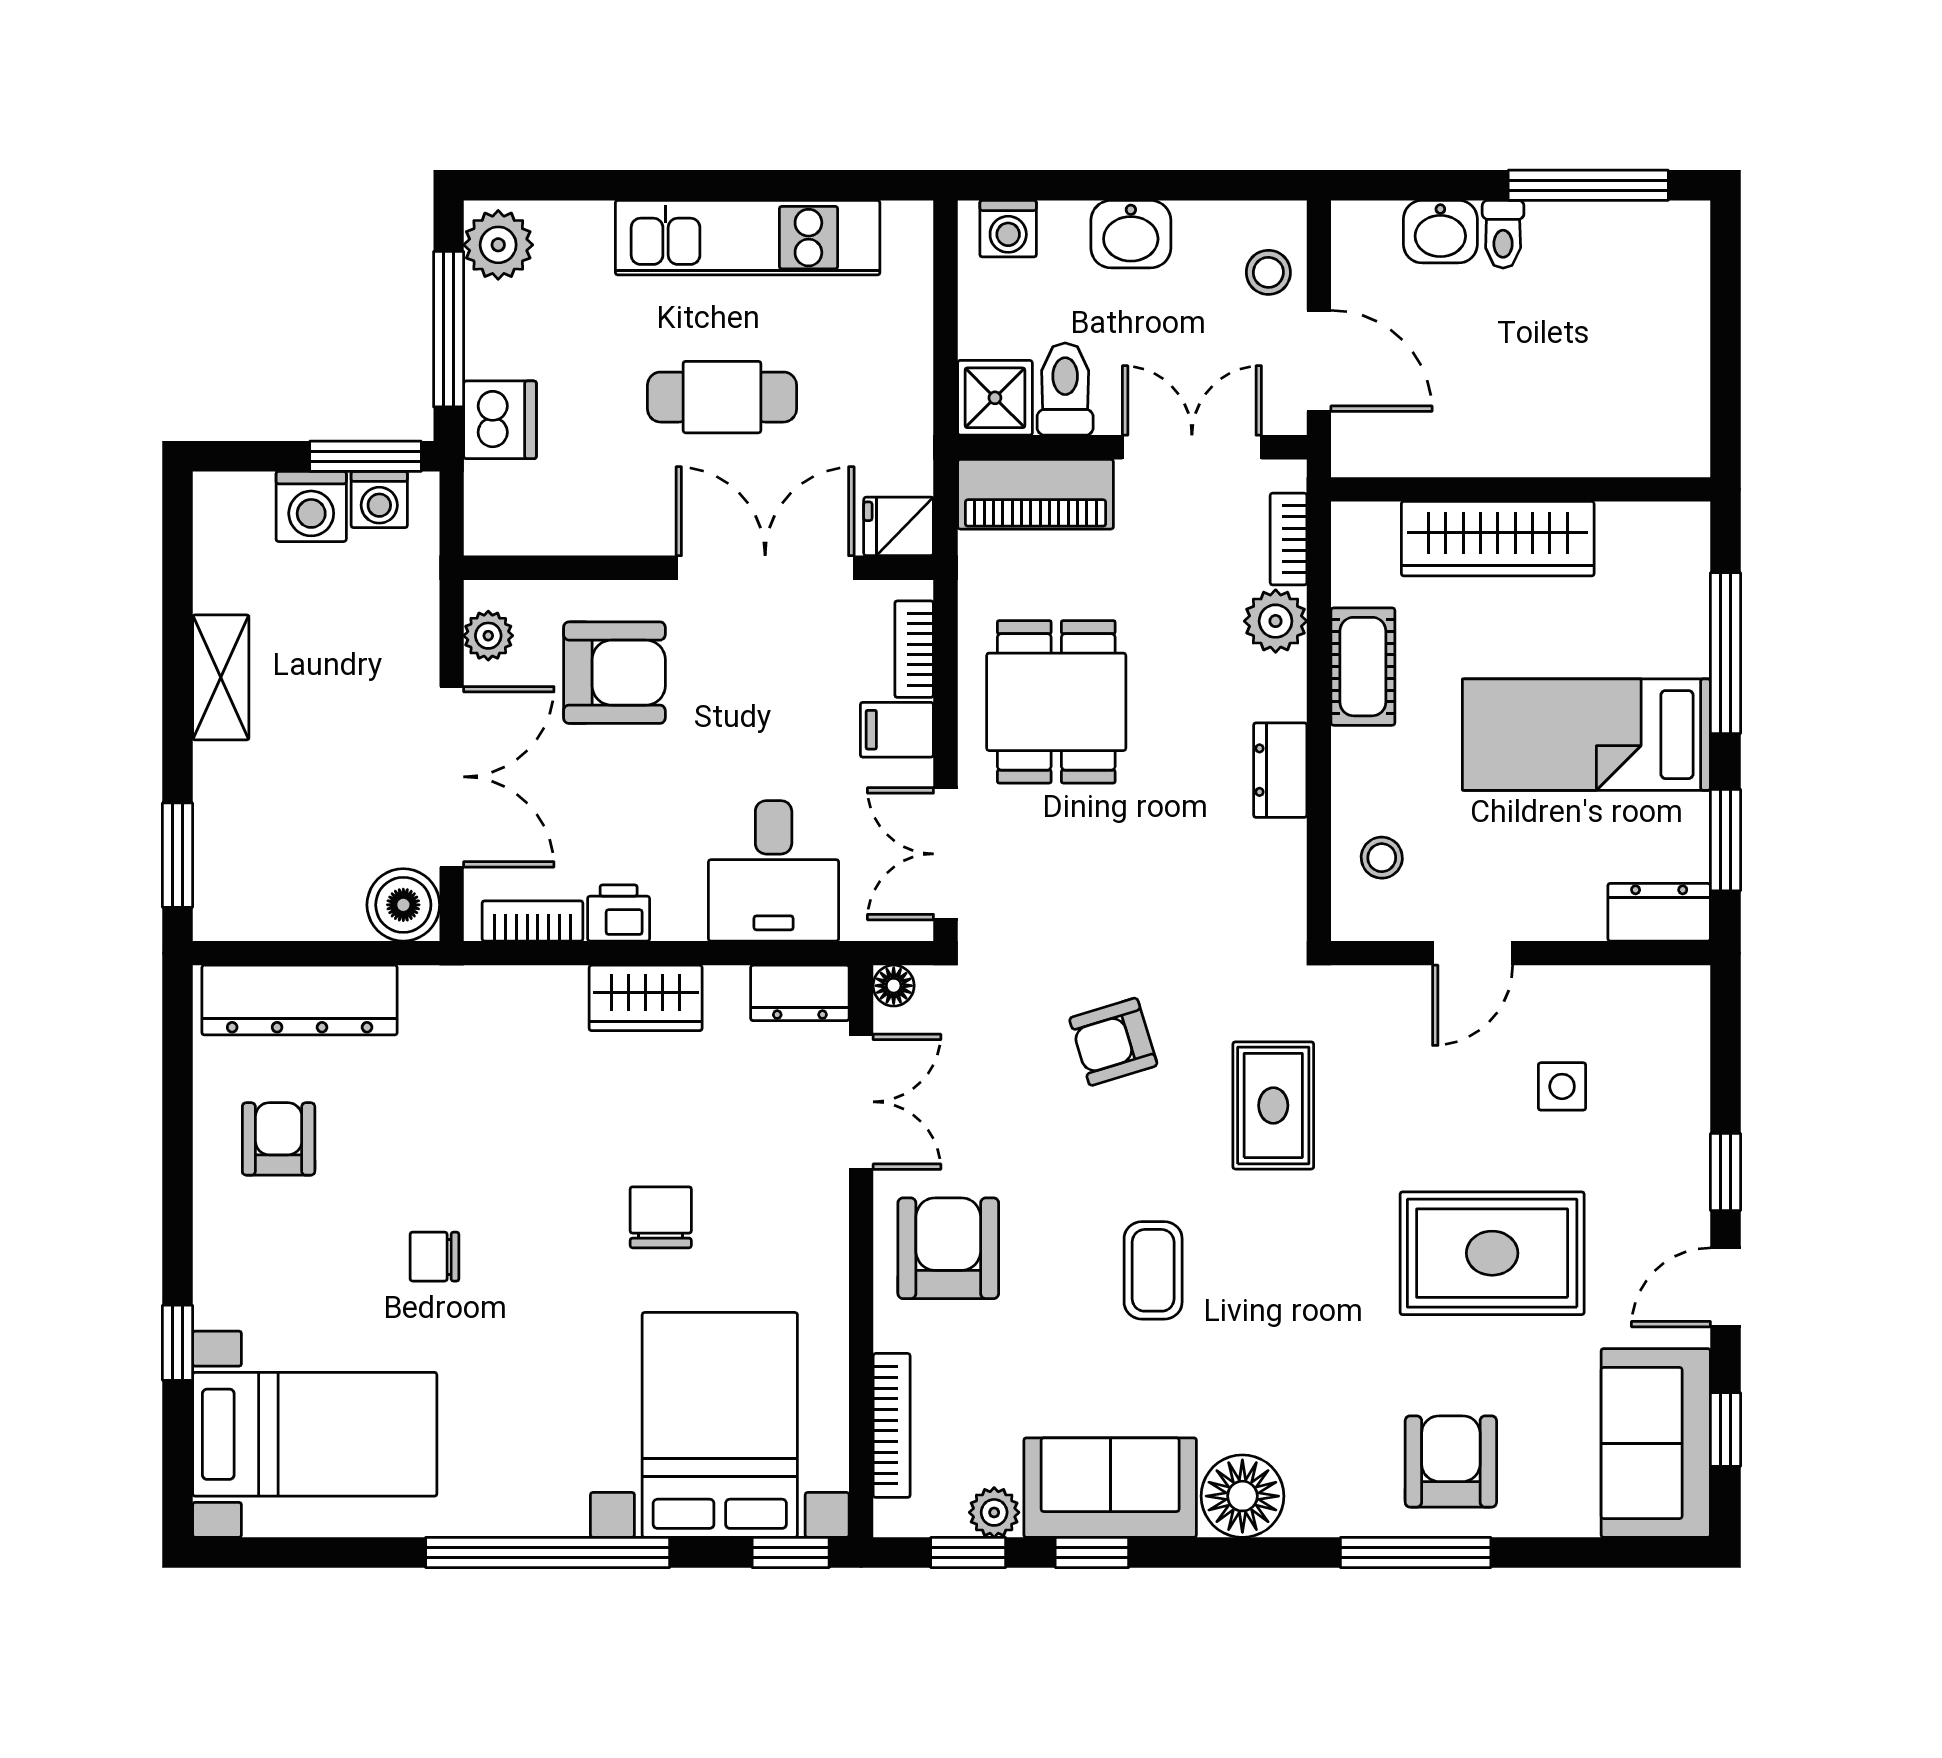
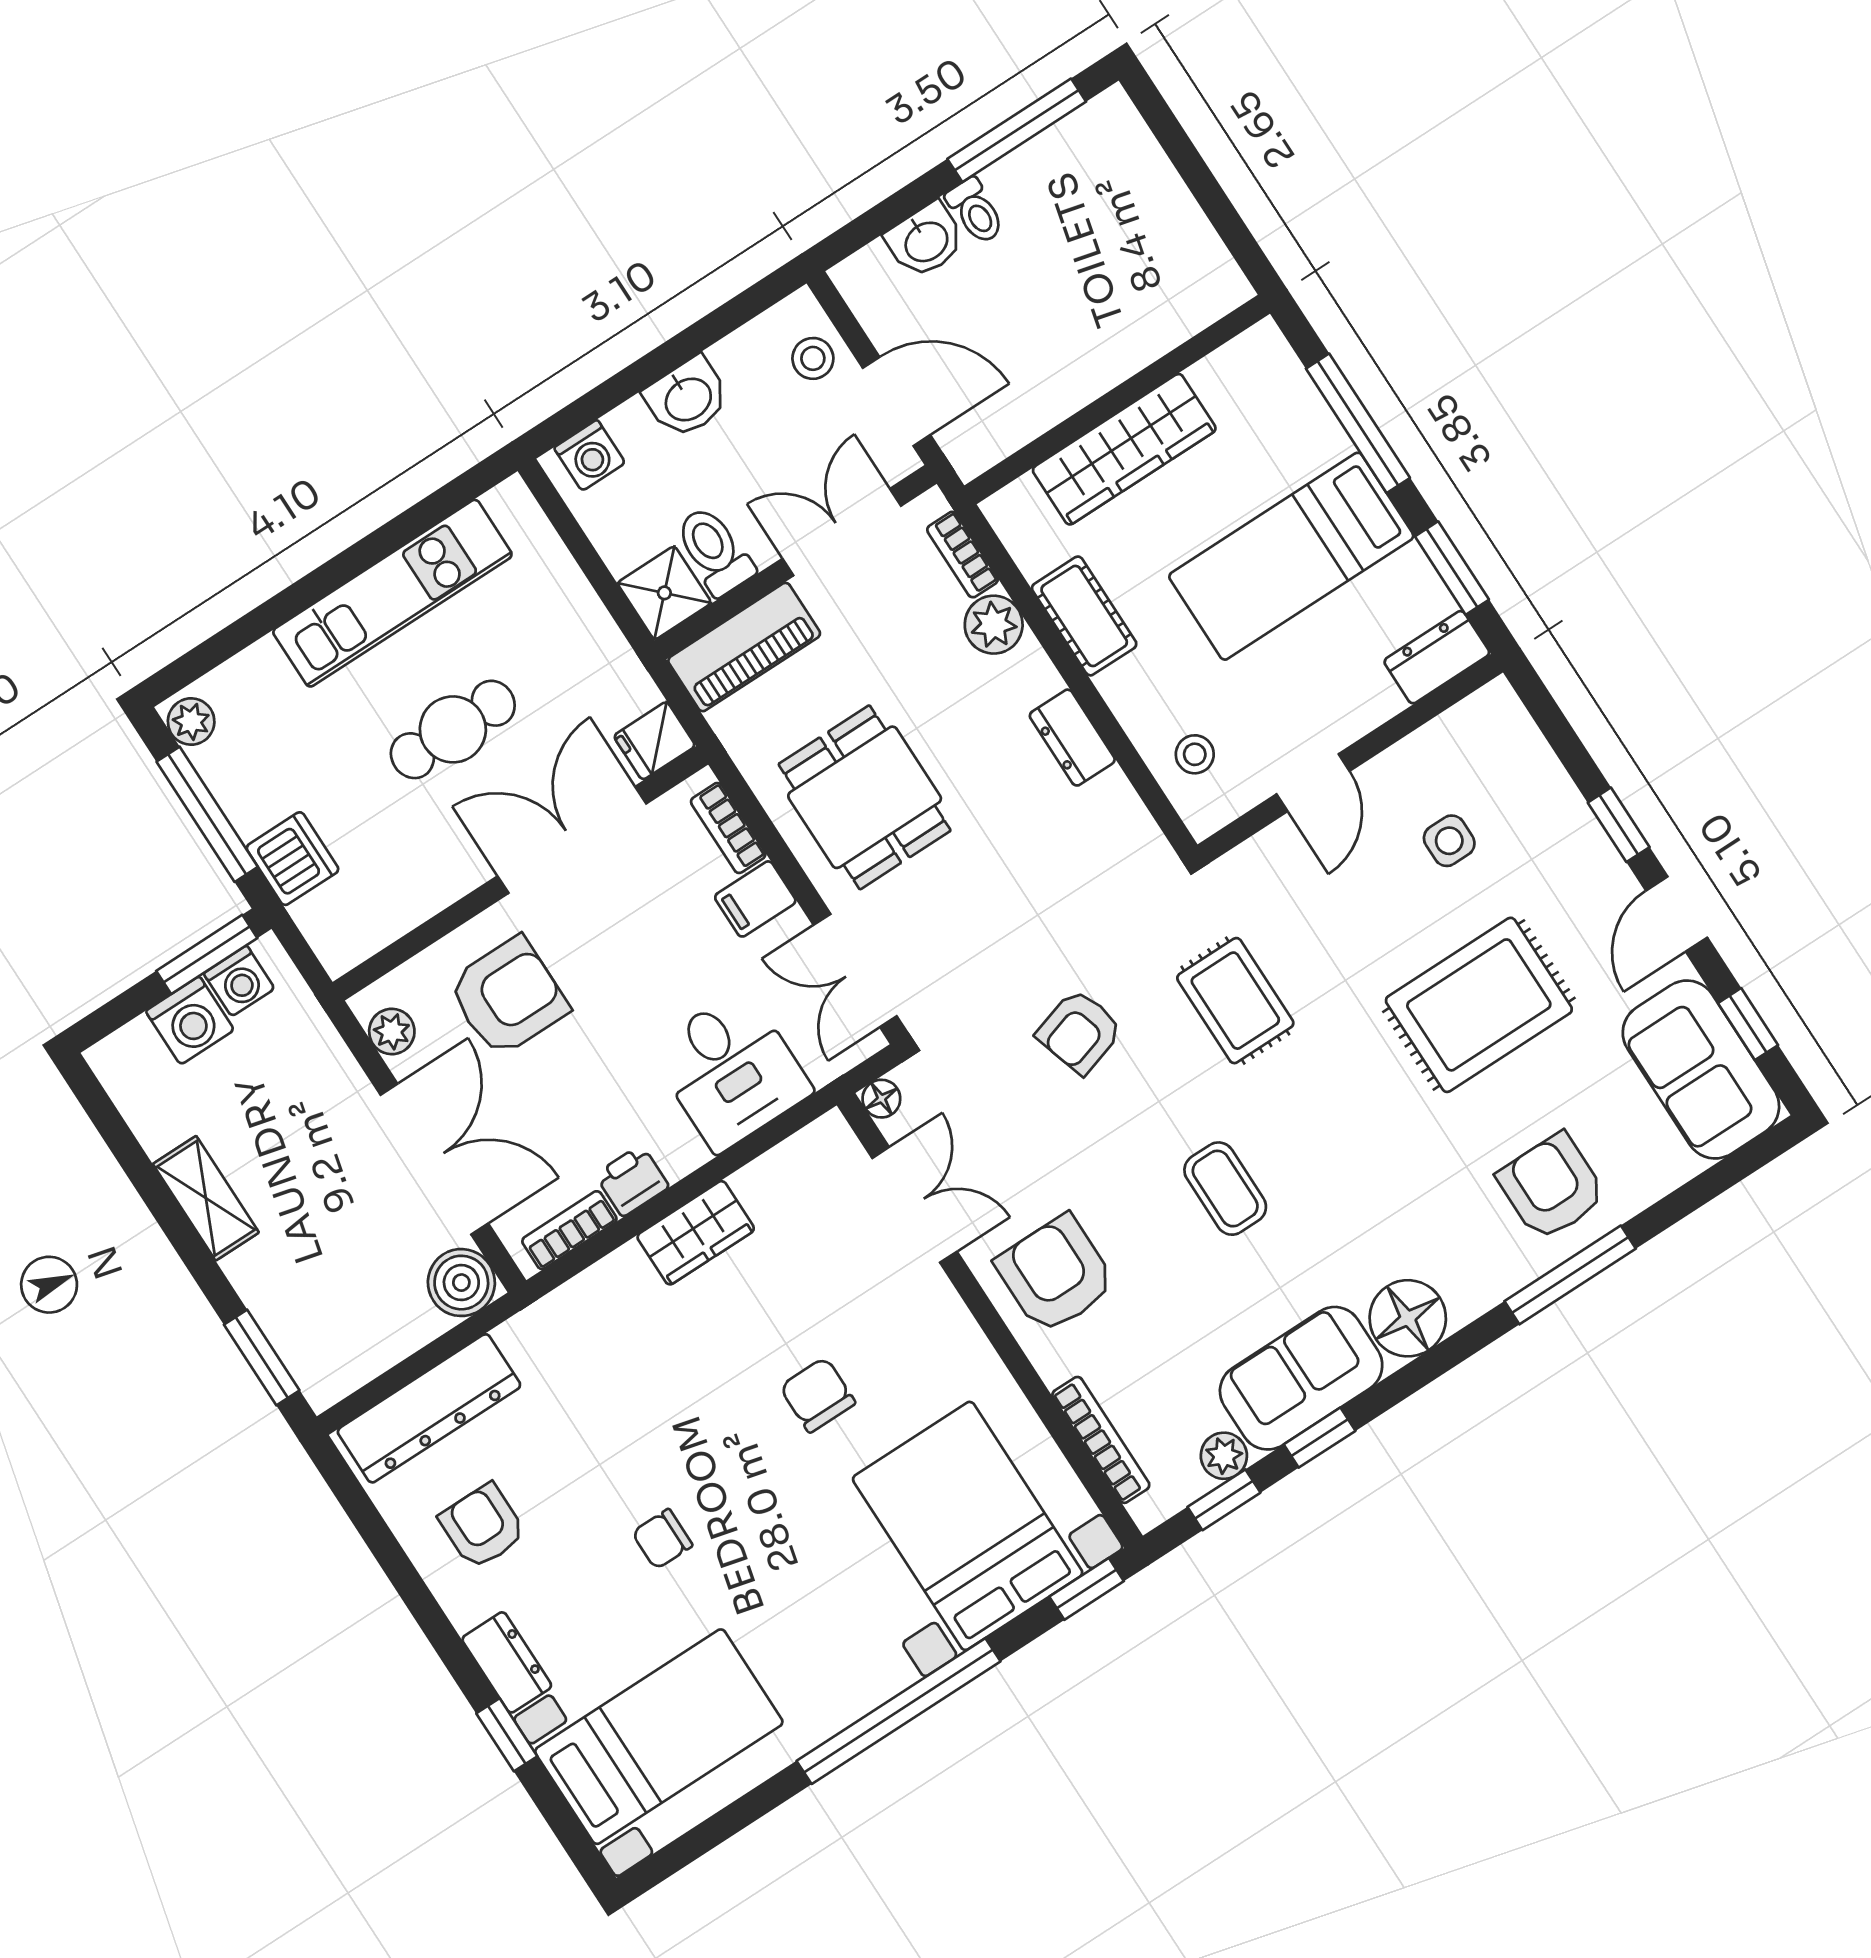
plant: (498, 245) -> (191, 722), width x0.73, depth x0.73
dresser: (800, 993) -> (507, 1662), moved, turned -90

